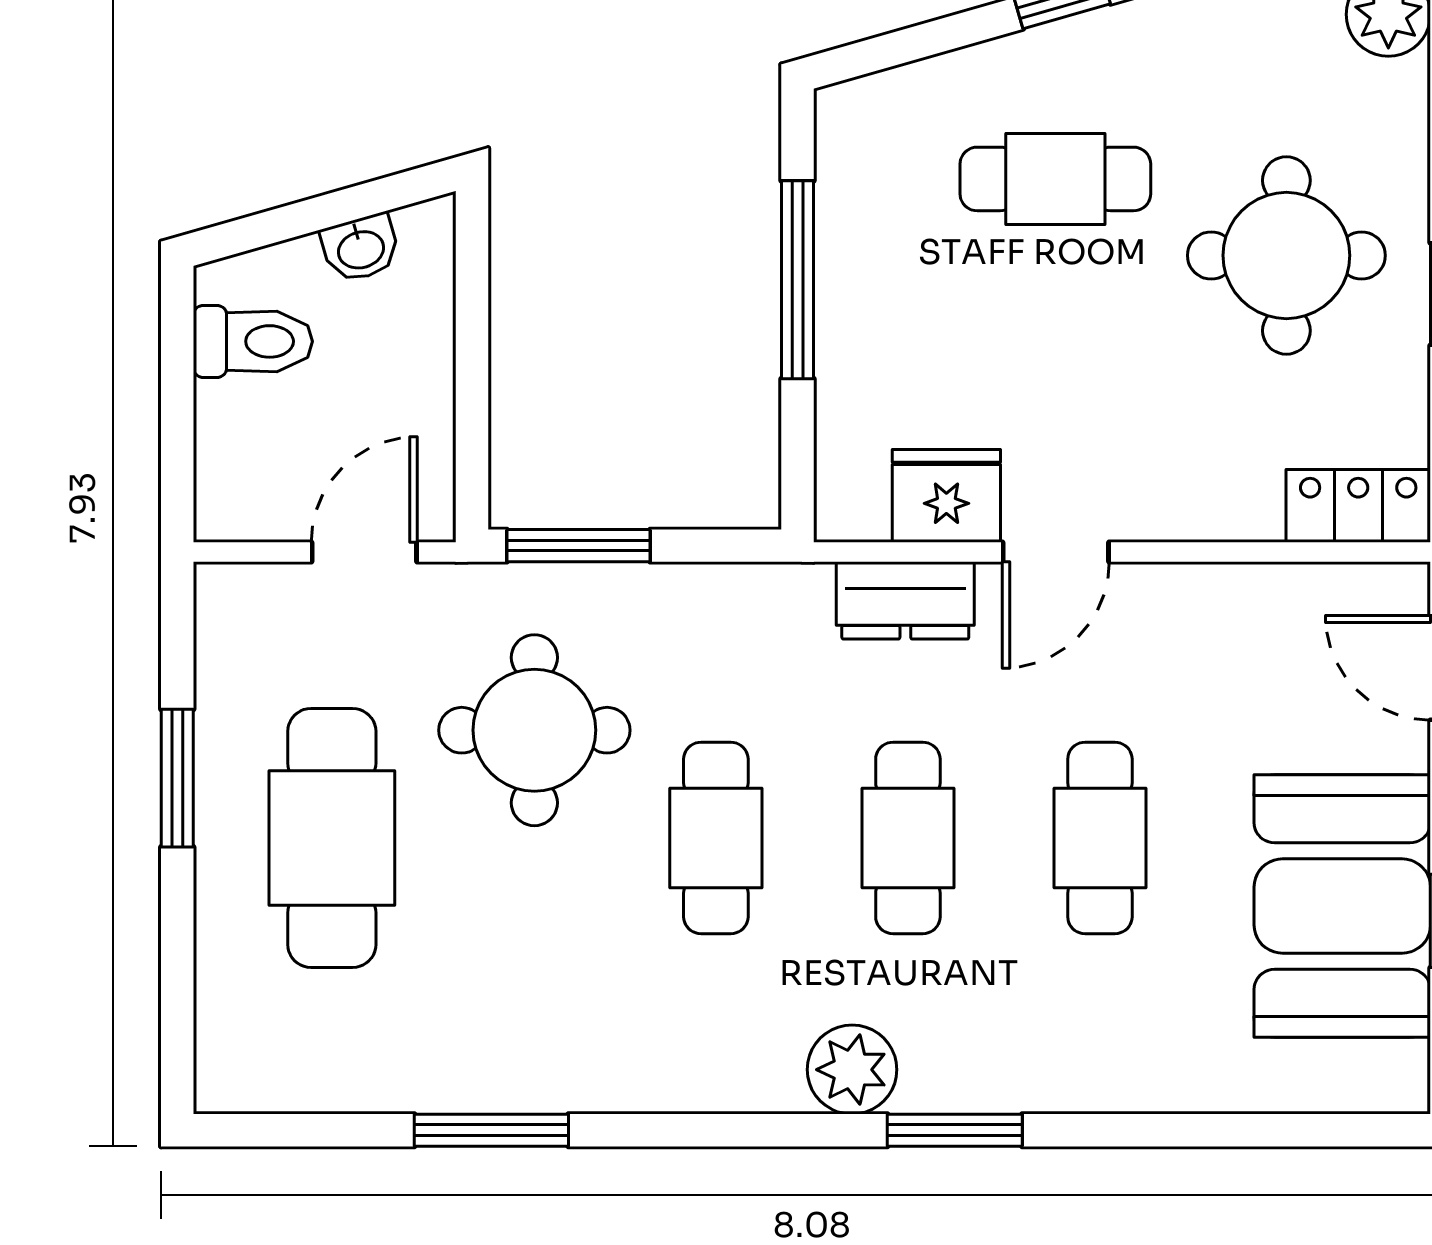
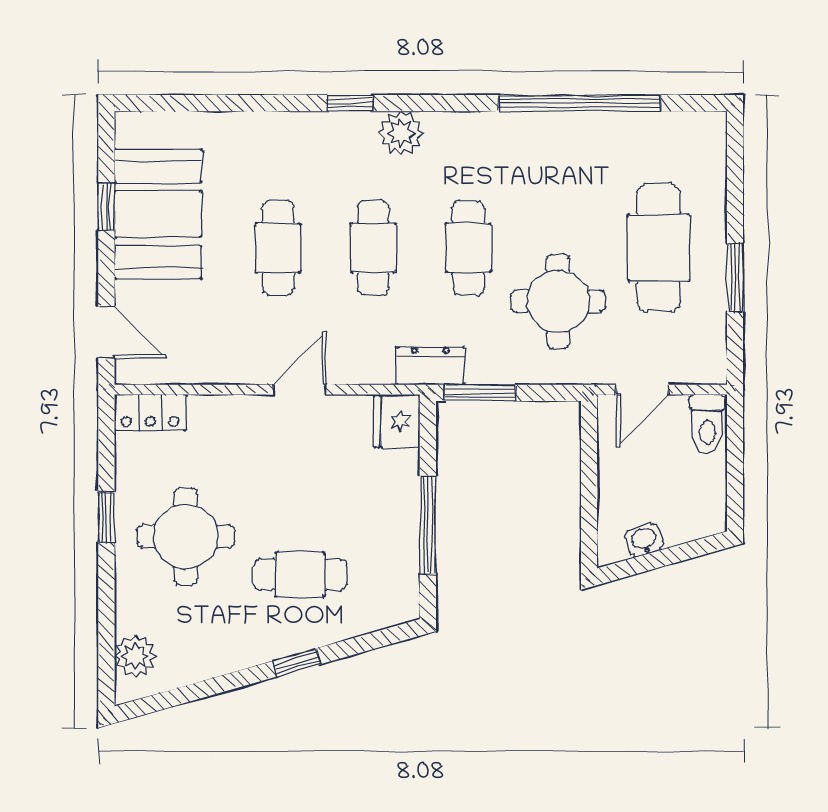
toilet: (253, 341) -> (707, 424), moved, turned -90
fridge: (946, 496) -> (397, 421), moved, turned 90
window: (579, 546) -> (480, 393), moved
dresser: (905, 600) -> (430, 366), moved
window: (491, 1130) -> (579, 103), width x2.11
window: (955, 1130) -> (350, 103), width x0.67

